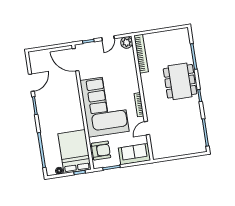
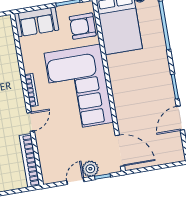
plant: (127, 42) -> (90, 169), moved
door: (147, 128) -> (31, 122), moved

